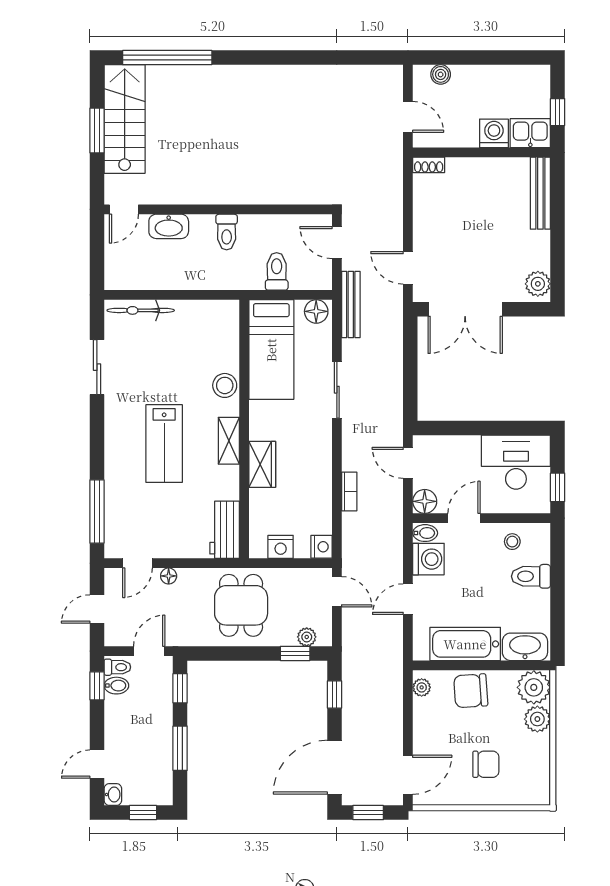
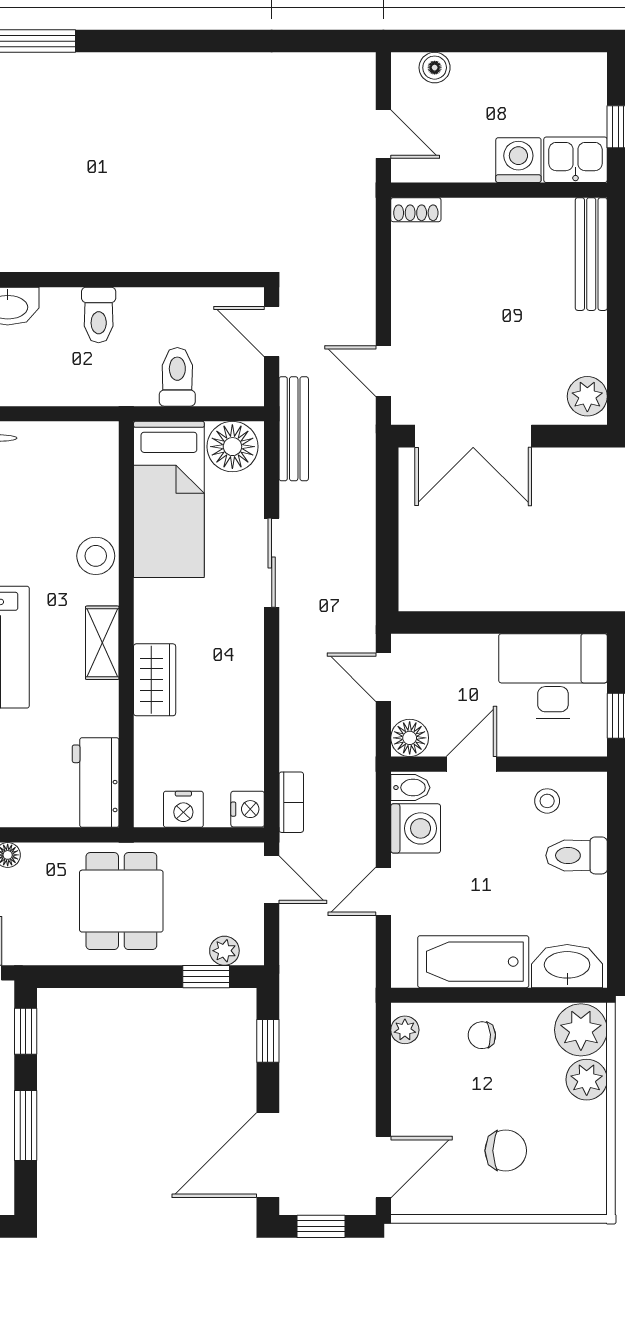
floor lamp: (316, 311) -> (232, 447), width x1.38, depth x1.38
bookcase: (349, 491) -> (291, 802), moved
chair: (471, 691) -> (482, 1035), width x0.54, depth x0.54

